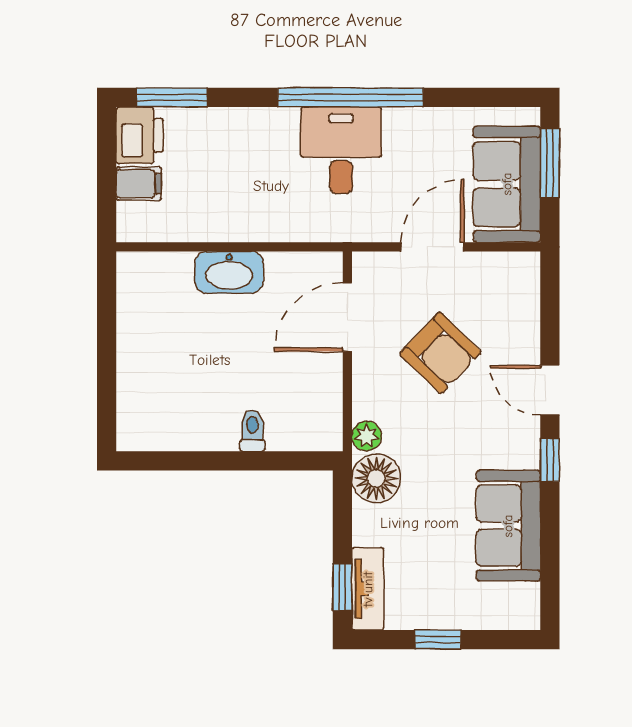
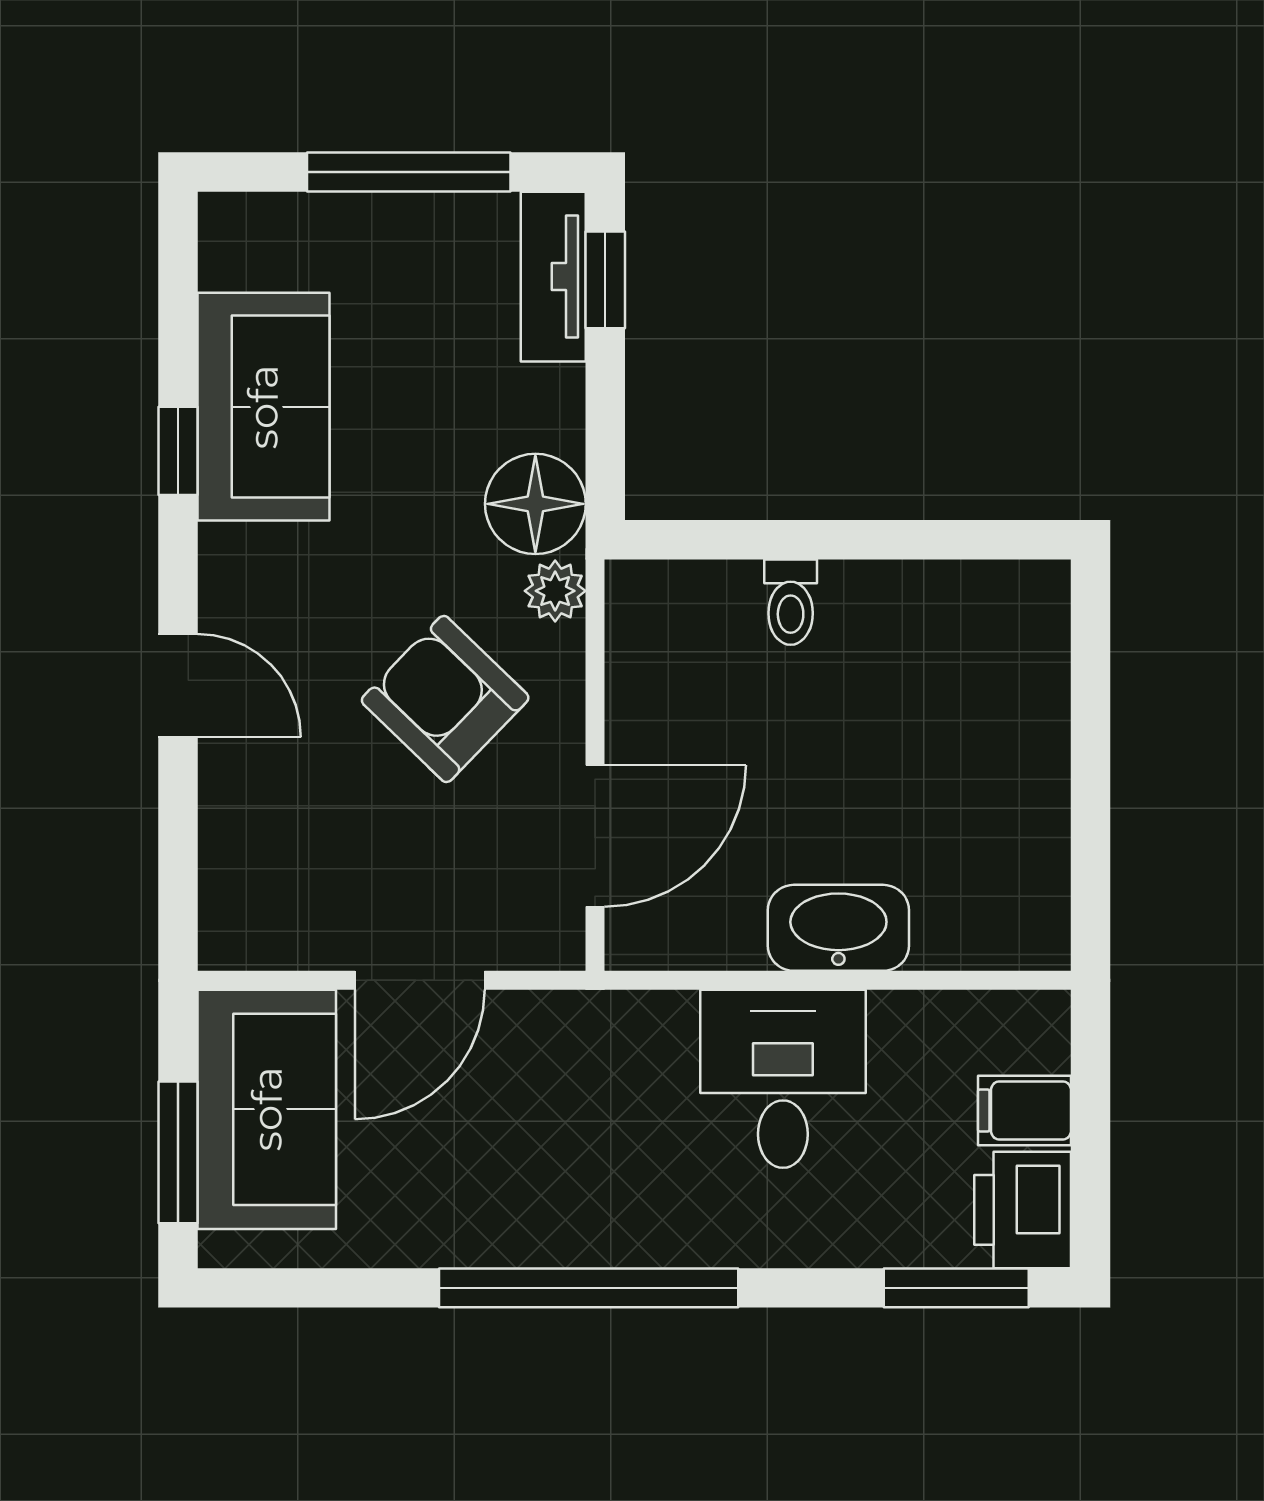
desk: (341, 150) -> (783, 1079), moved, turned 180
armchair: (440, 353) -> (445, 699), moved
window: (550, 460) -> (178, 451), moved
window: (438, 640) -> (409, 172), width x2.17

